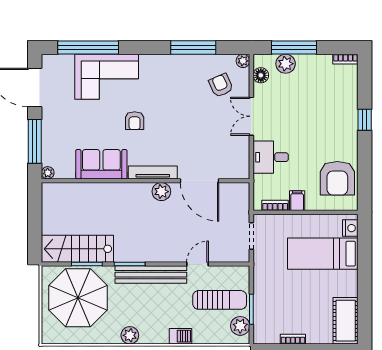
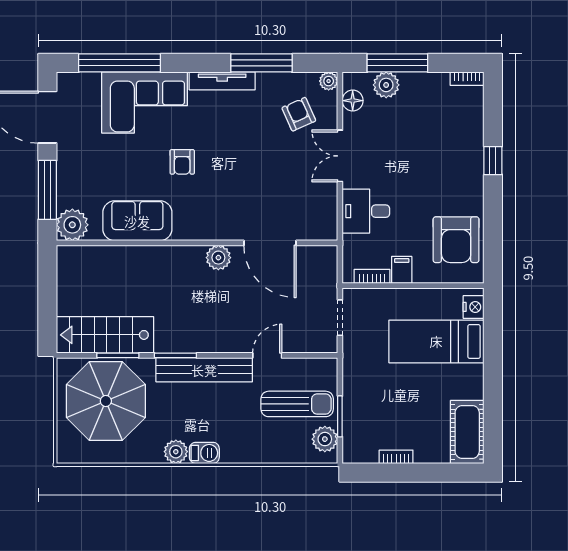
tv unit: (153, 172) -> (222, 81), moved, turned 180
plant: (48, 173) -> (72, 225), width x1.88, depth x1.88
barbecue: (181, 336) -> (204, 453), moved

